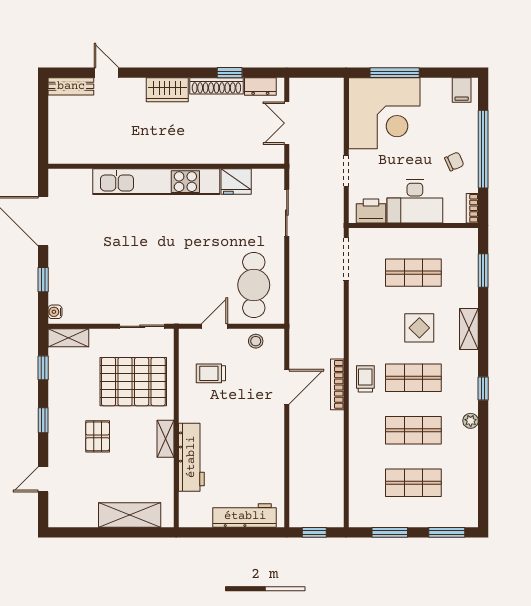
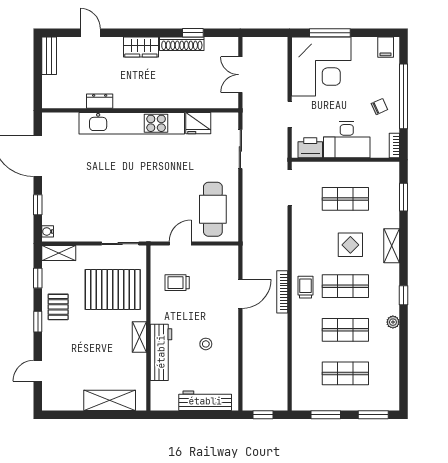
bench: (71, 86) -> (49, 56), moved, turned 90
dresser: (260, 86) -> (100, 101), moved, turned 180
stool: (256, 341) -> (206, 344), moved
pallet: (98, 436) -> (58, 307), moved

